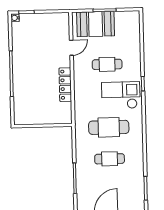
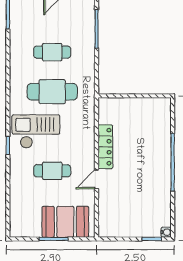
door: (71, 48) -> (96, 179), moved
checkout: (121, 95) -> (36, 132), turned 180

